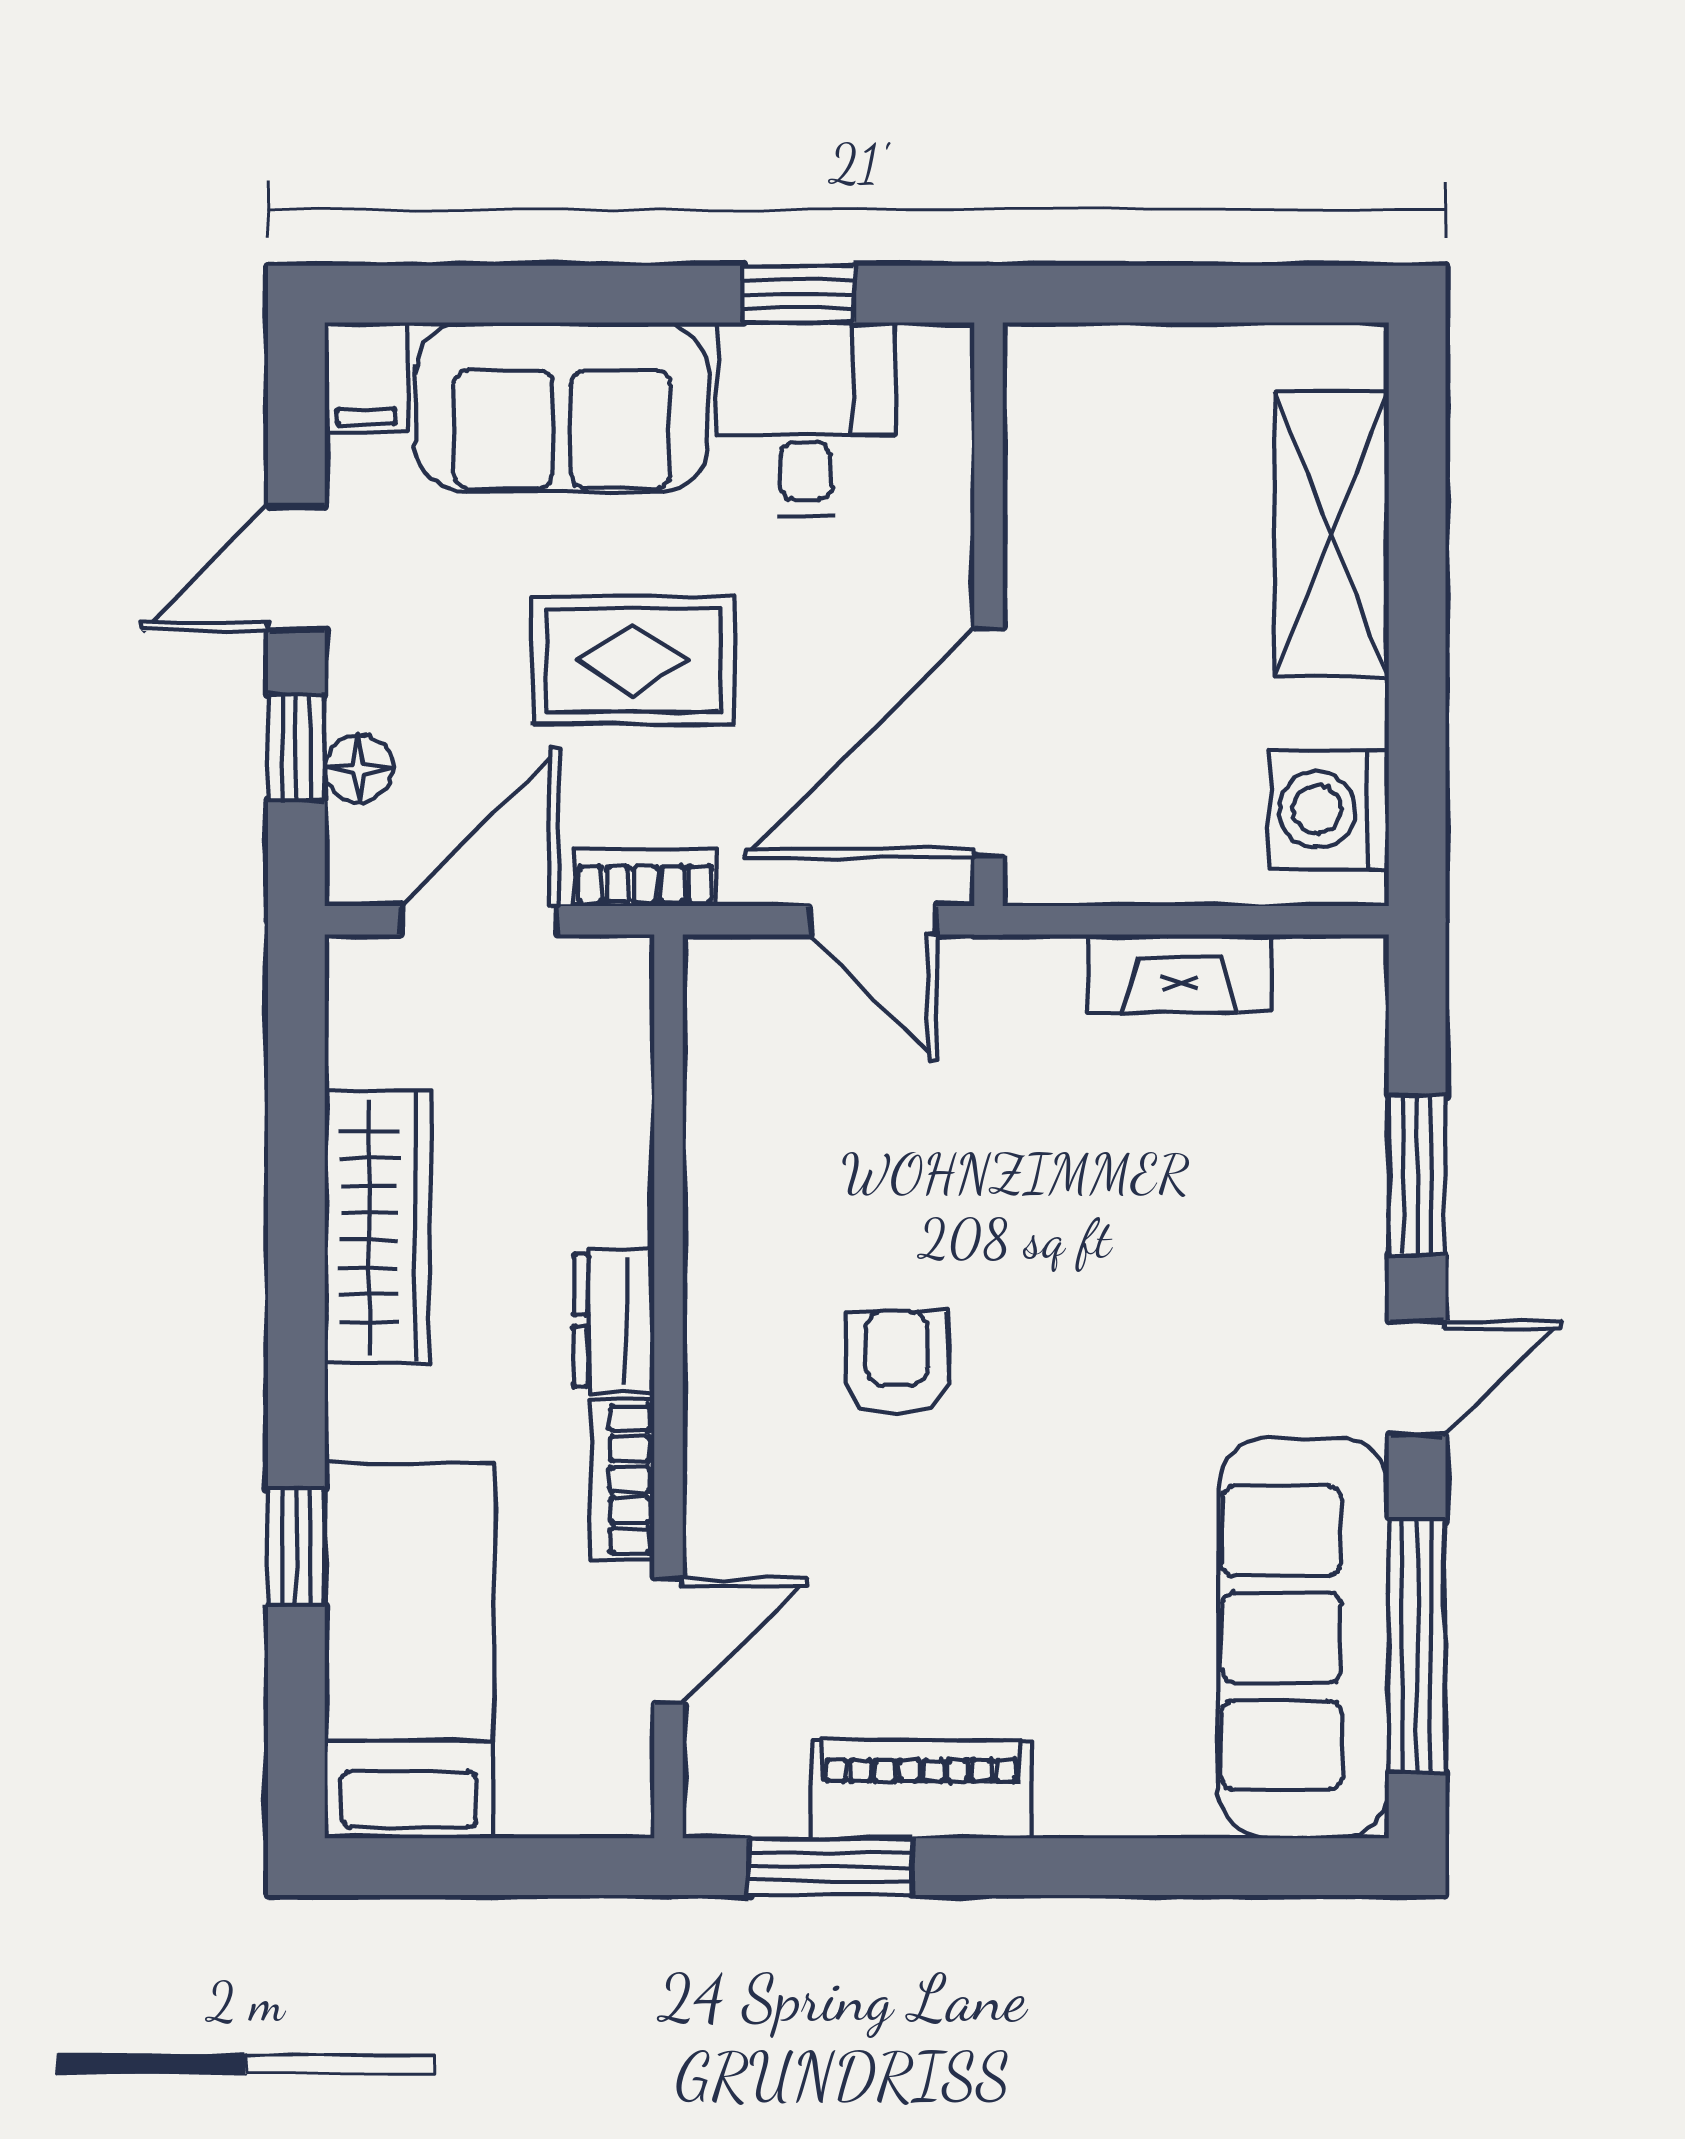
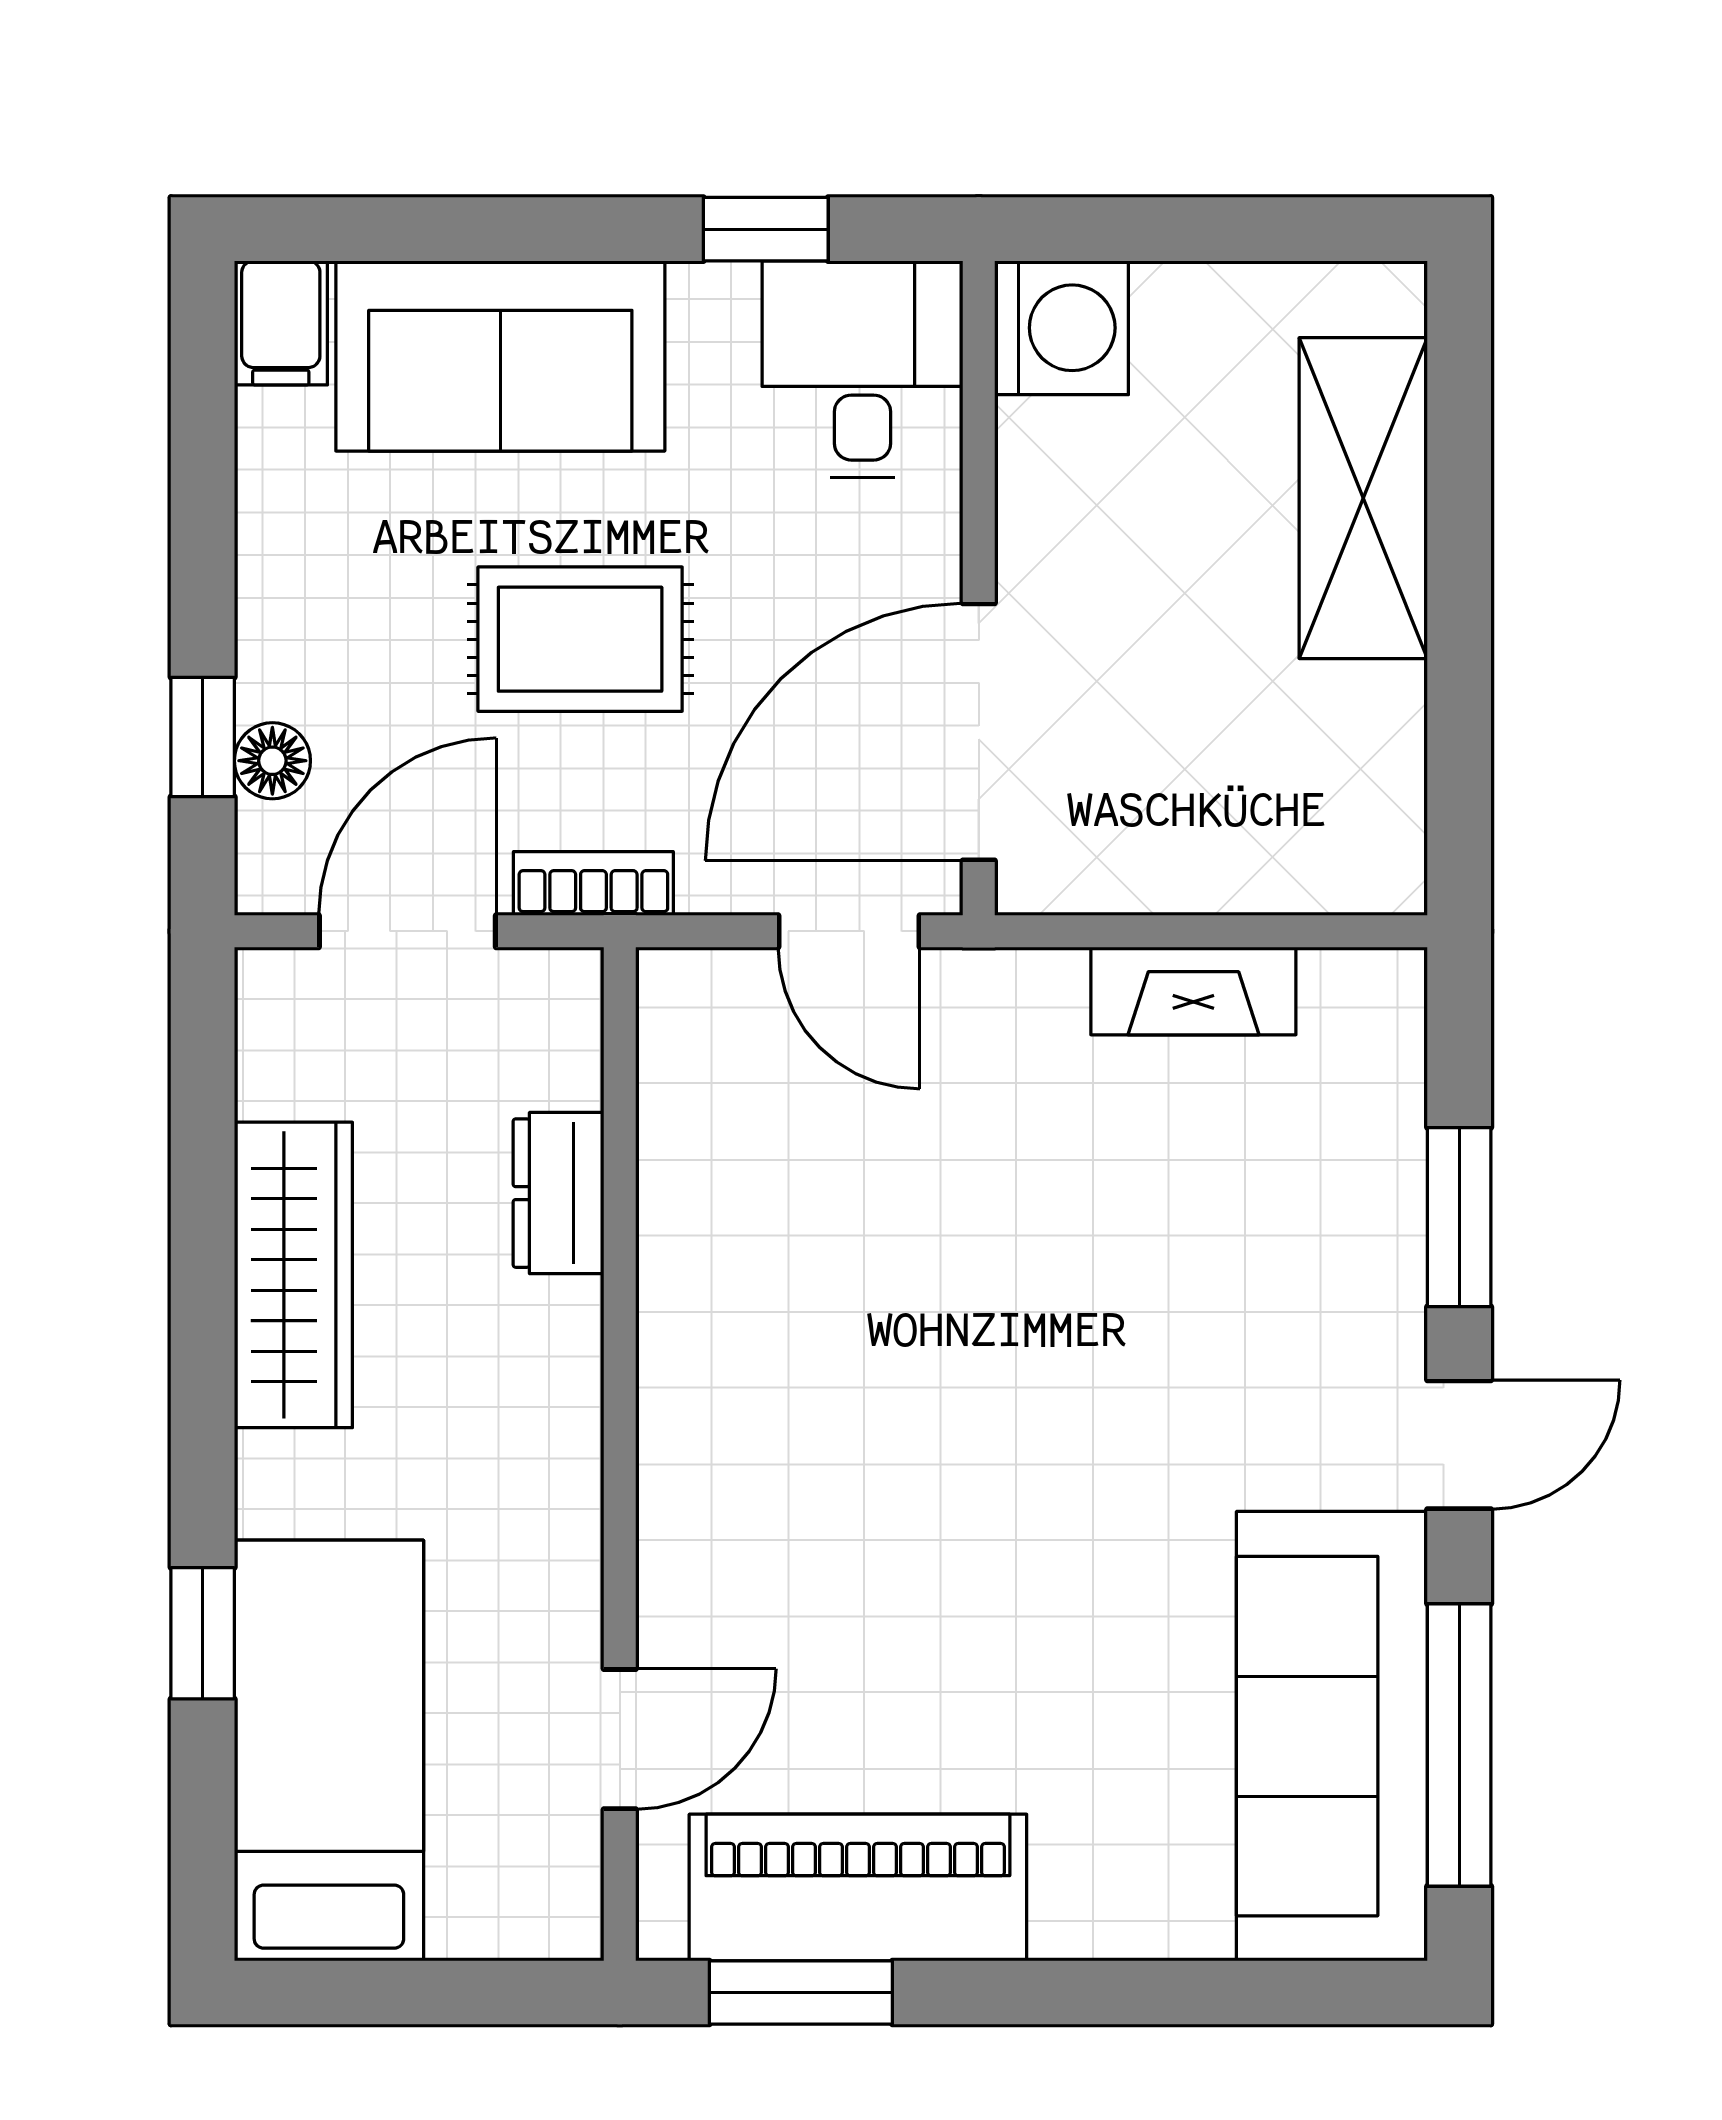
desk: (806, 419) -> (862, 369), moved
door: (296, 568) -> (203, 536), removed
washing machine: (1329, 809) -> (1061, 328), moved, turned 180
dresser: (614, 1321) -> (559, 1193), moved
armchair: (897, 1362) -> (876, 1427), removed
bookcase: (622, 1480) -> (568, 1558), removed
piano: (921, 1789) -> (858, 1887), width x1.37, depth x1.33

